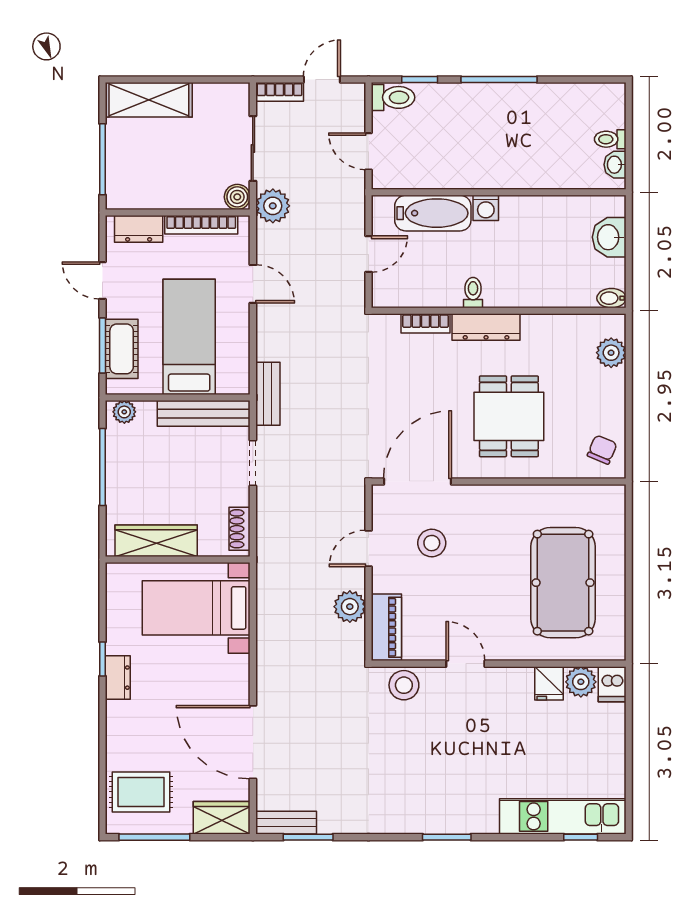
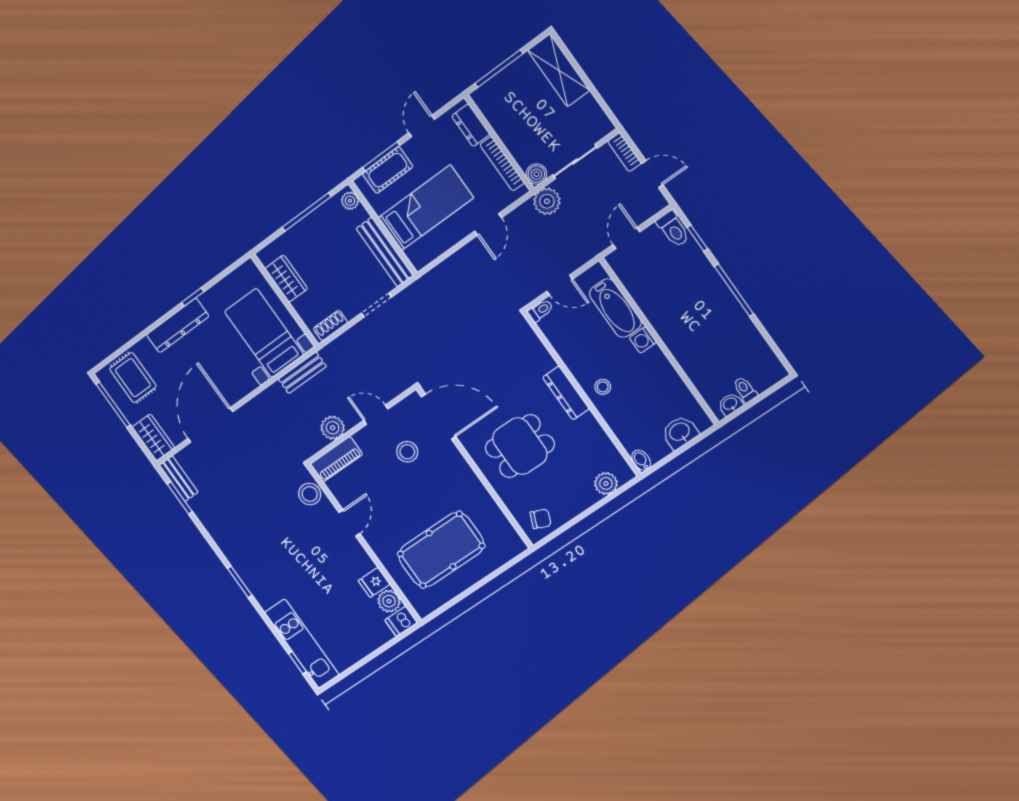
stool: (506, 284) -> (603, 387), added
toilet: (473, 293) -> (541, 310), moved
bookcase: (426, 323) -> (541, 353), removed
bench: (268, 394) -> (302, 373), moved
wardrobe: (156, 541) -> (286, 279), width x0.67
dresser: (118, 678) -> (178, 325), width x1.96, depth x1.24

